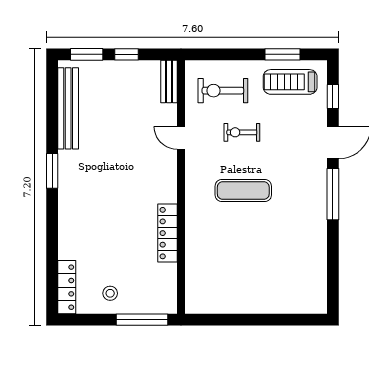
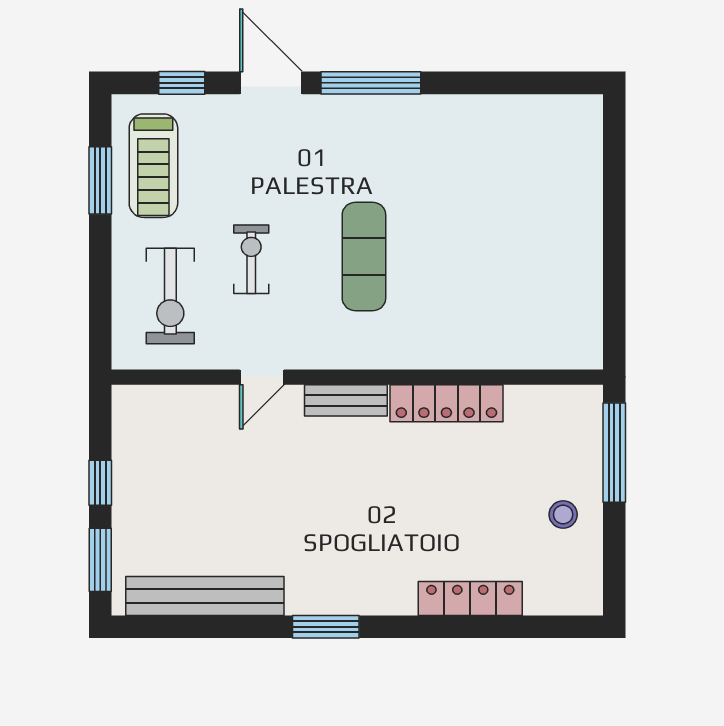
bench: (169, 81) -> (346, 400), moved
exercise bike: (242, 132) -> (251, 259), turned 180
locker: (67, 287) -> (470, 598), moved

